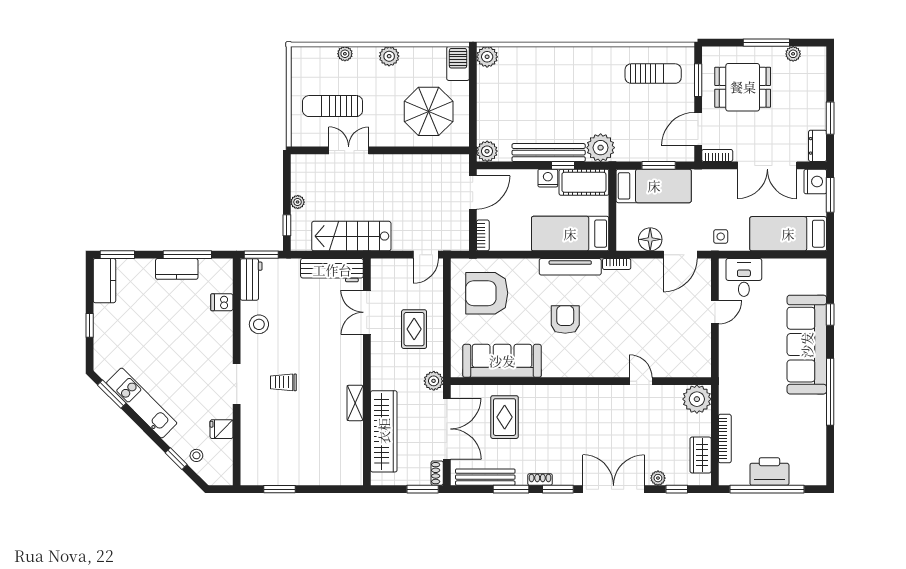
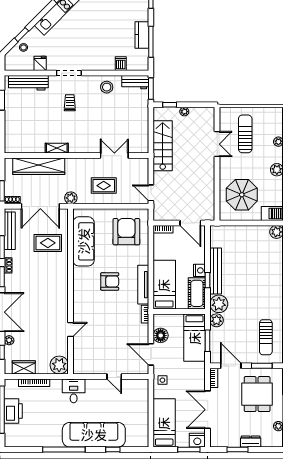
dresser: (818, 146) -> (251, 442), moved
plant: (487, 151) -> (217, 320), moved
workbench: (332, 270) -> (28, 83), moved, turned -90
desk: (744, 277) -> (74, 391), moved, turned -90

